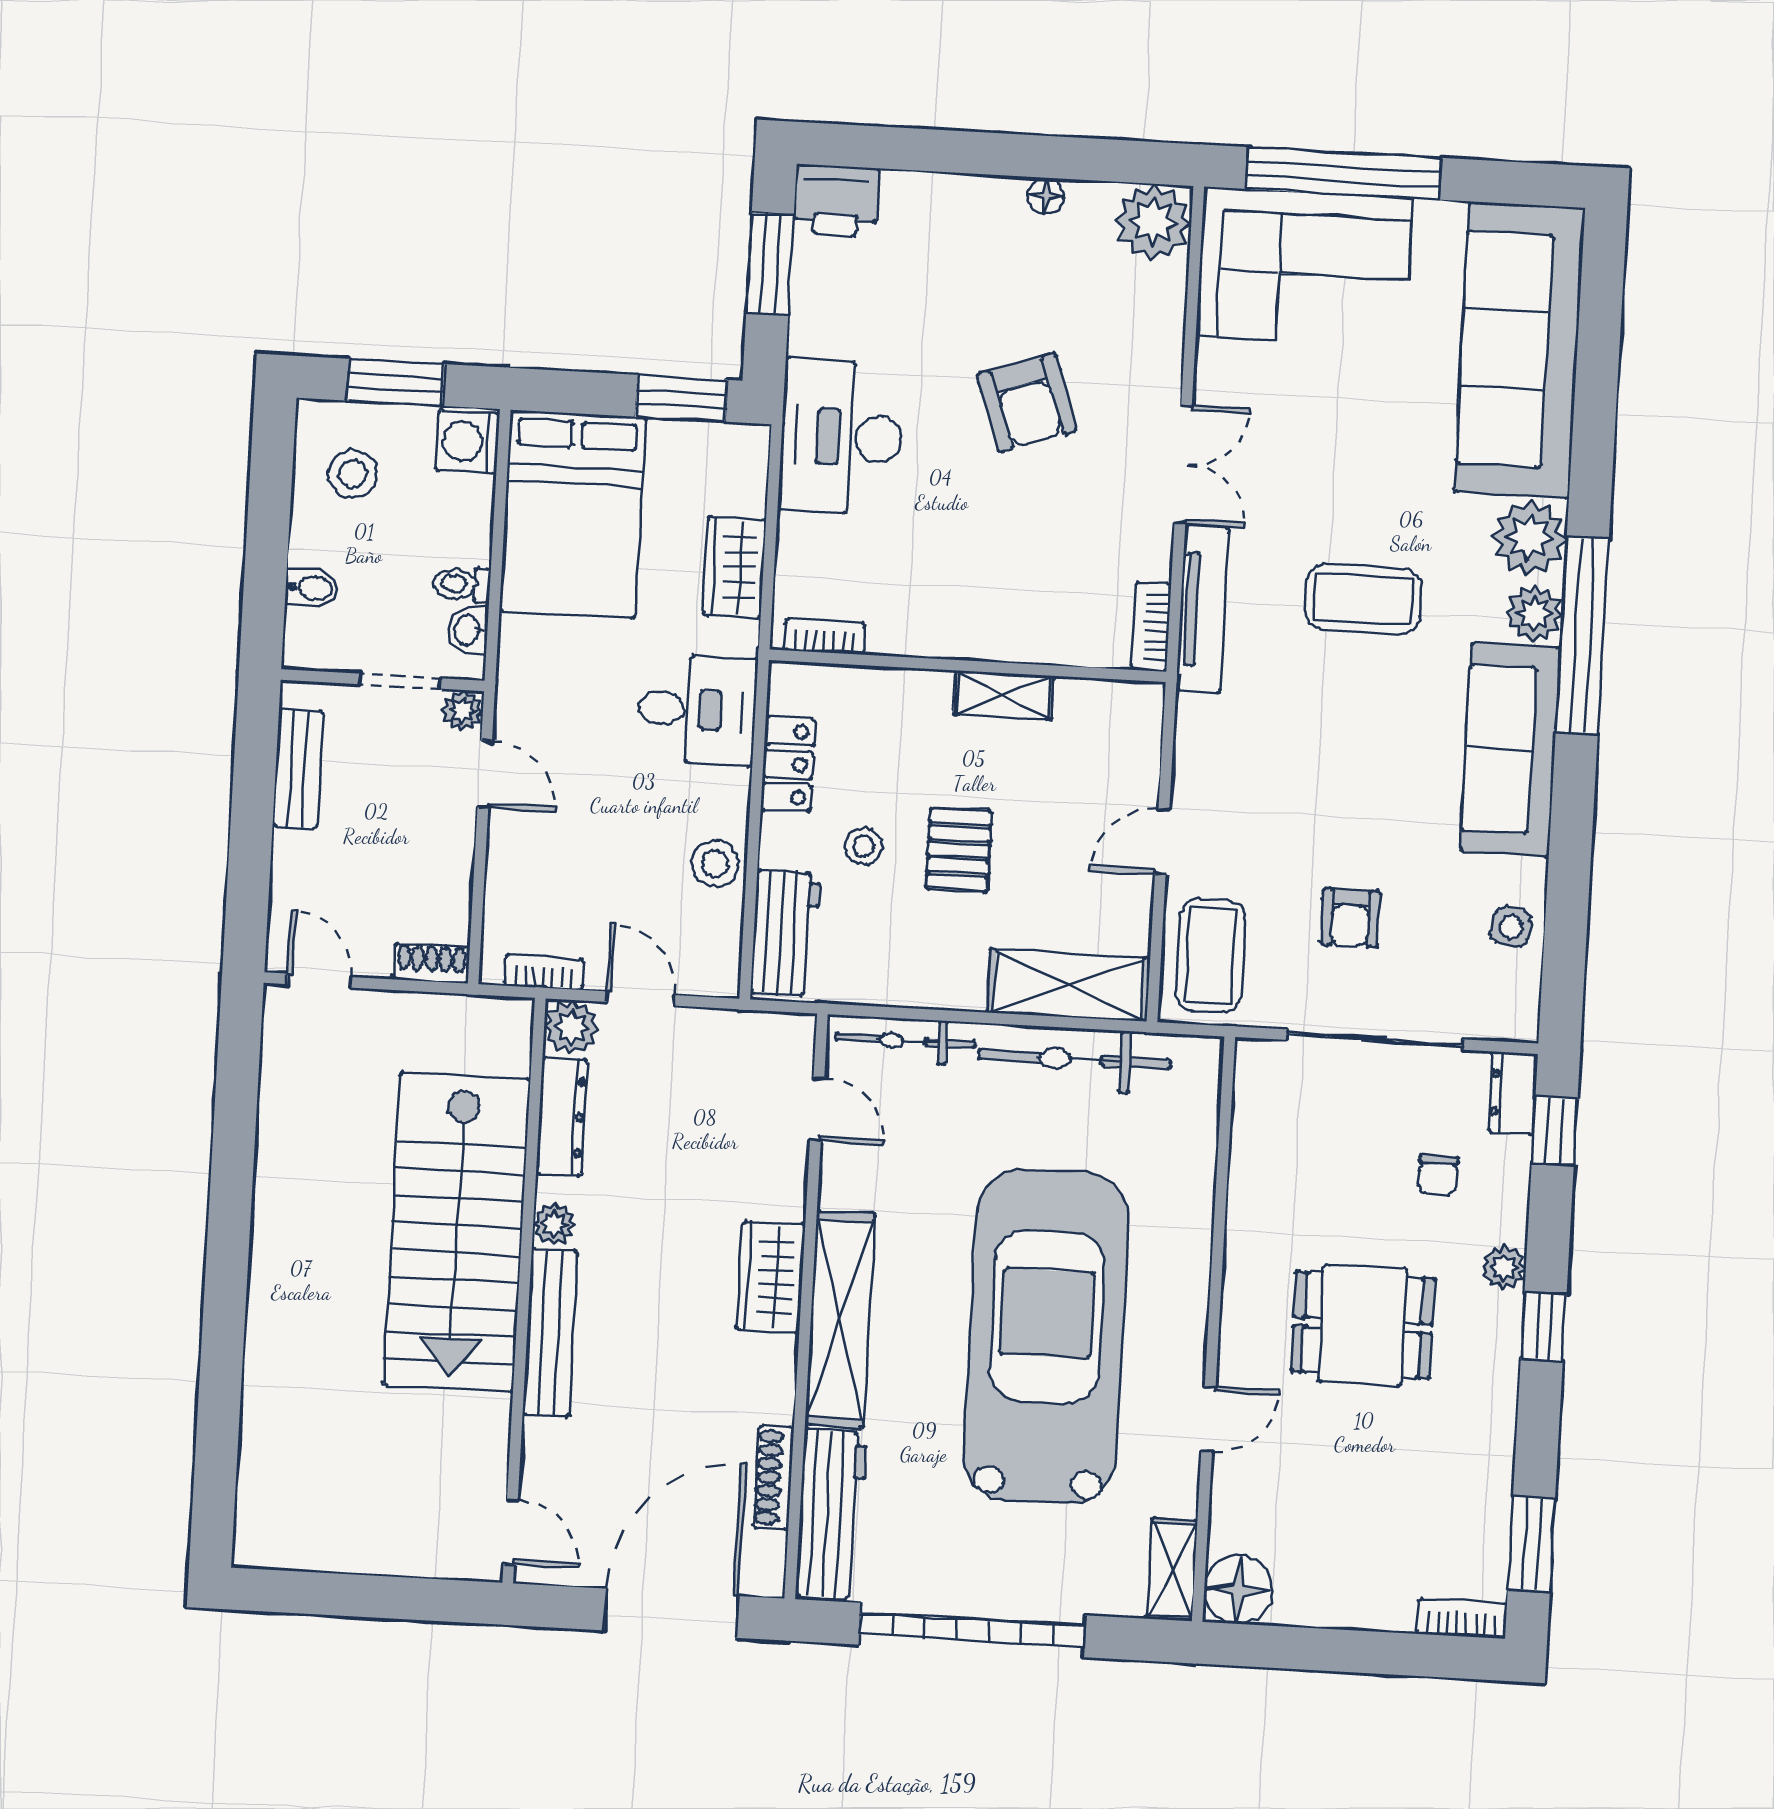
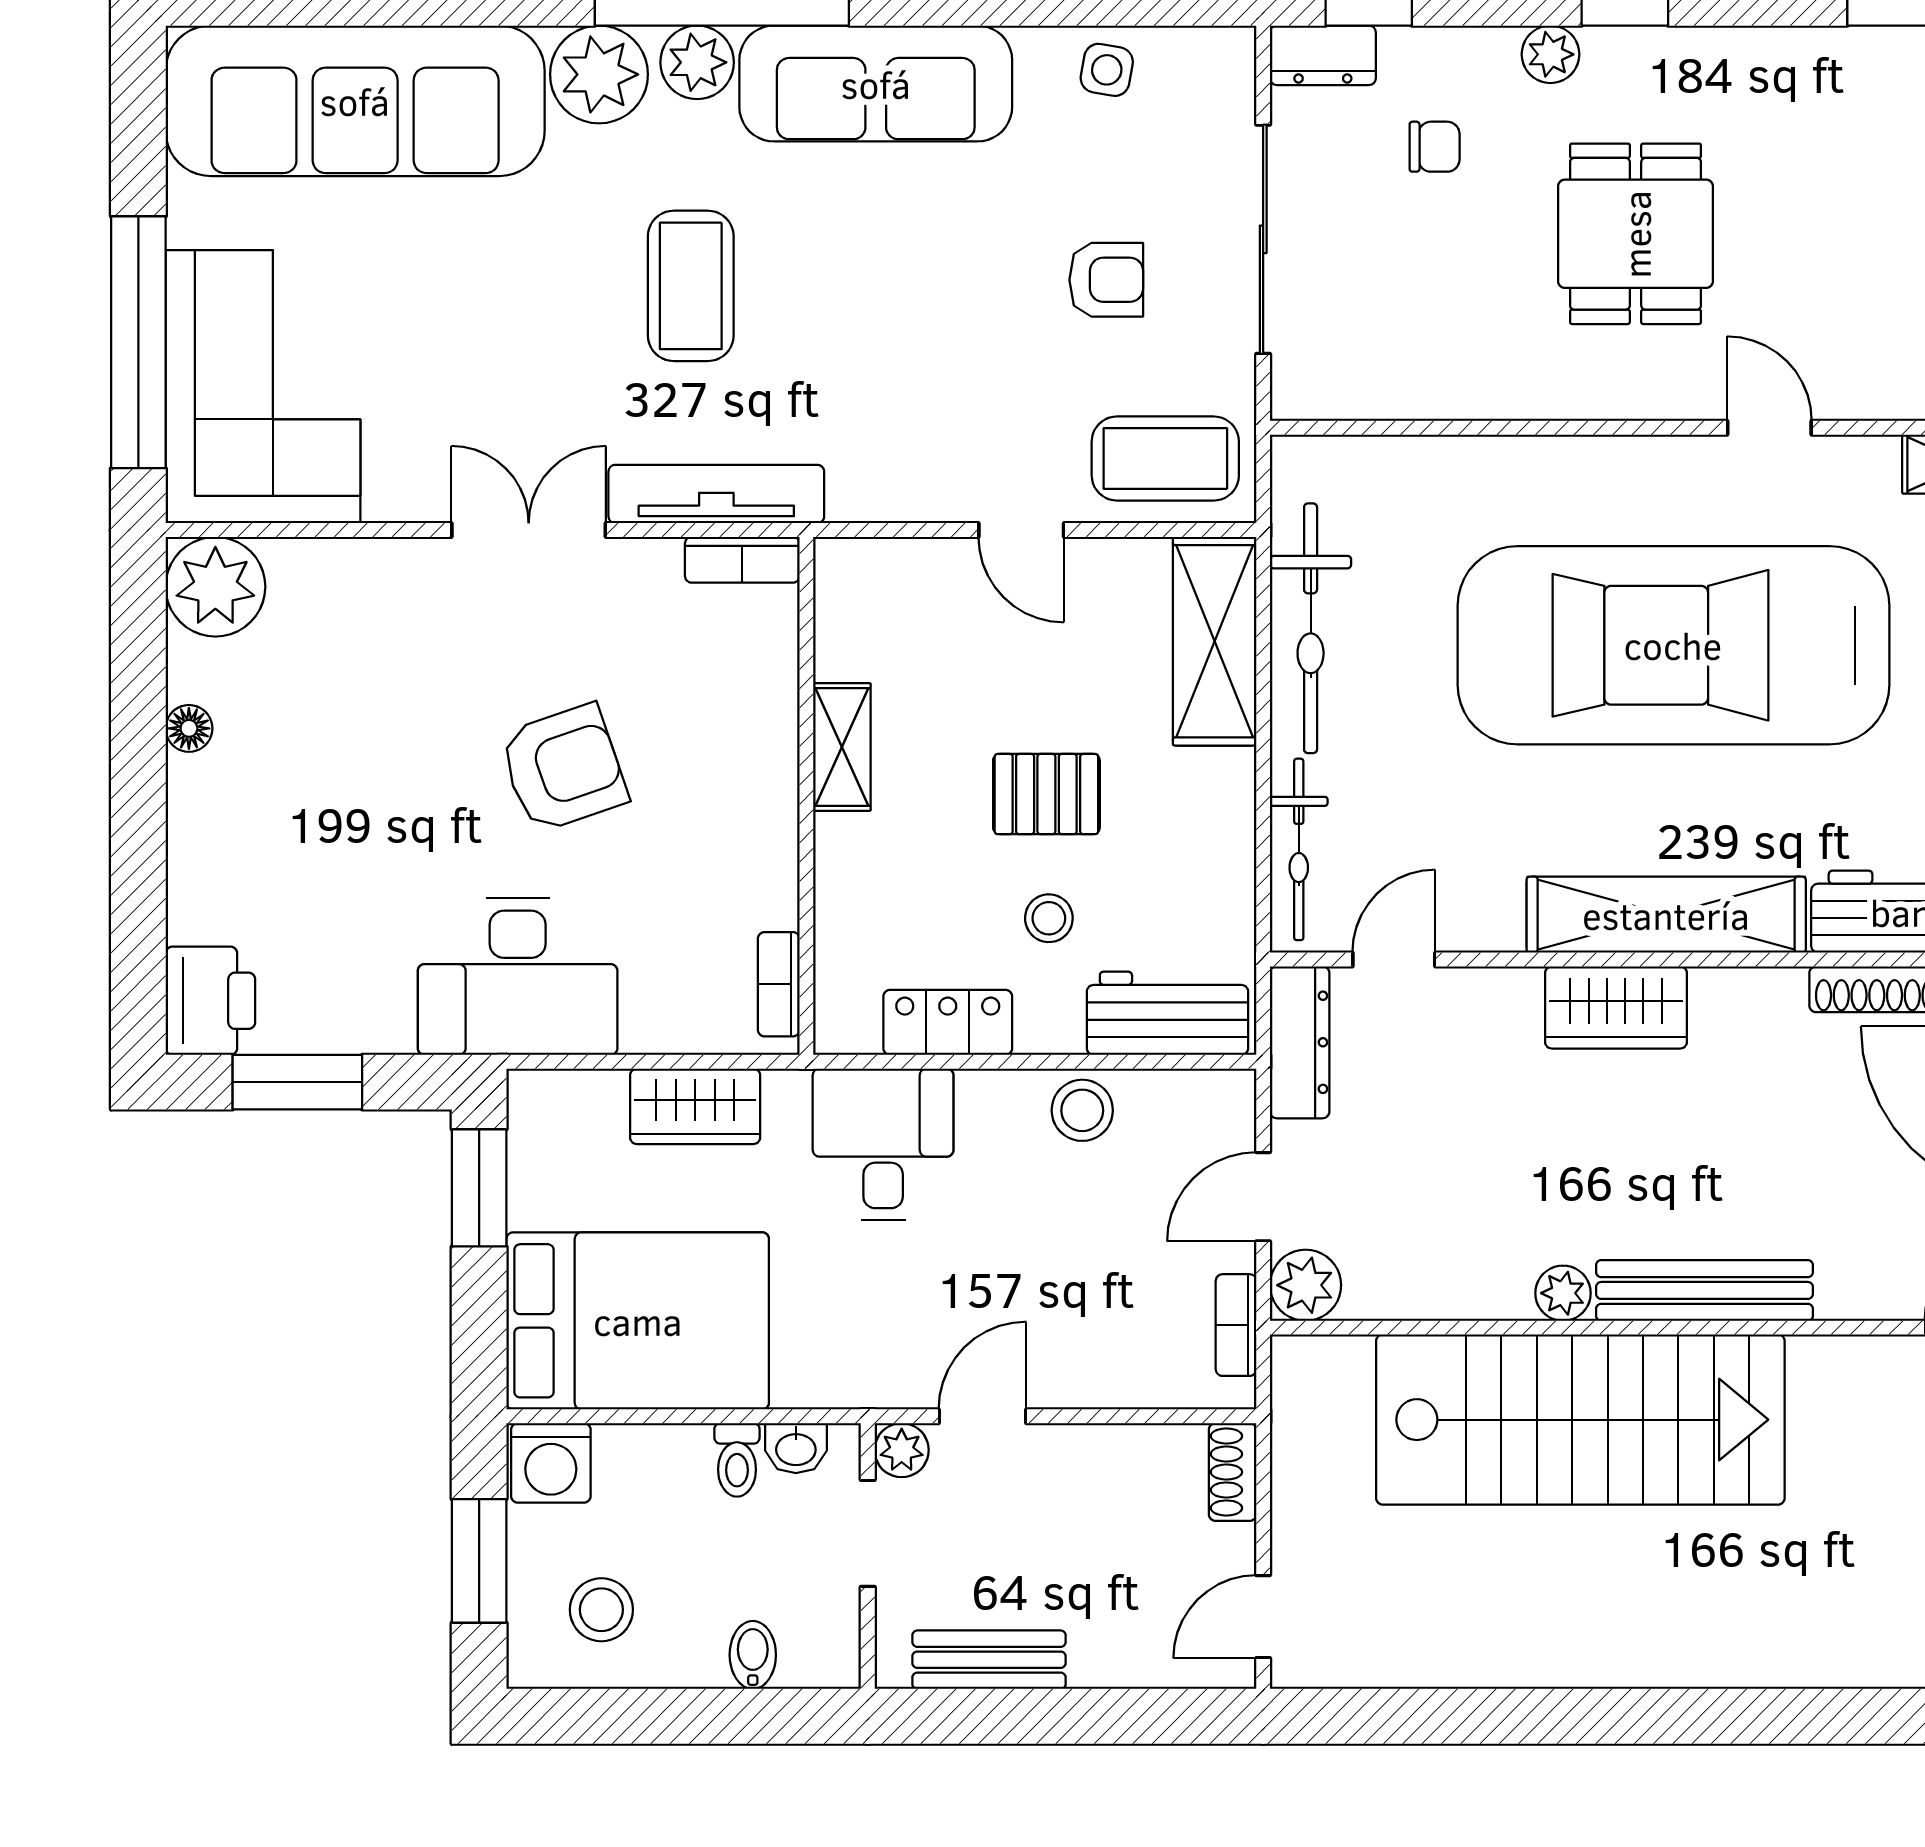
armchair: (1027, 403) -> (563, 768), moved
dresser: (562, 1117) -> (1300, 1042), moved, turned 90

